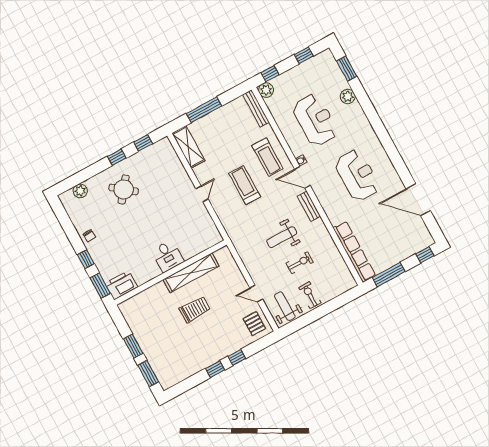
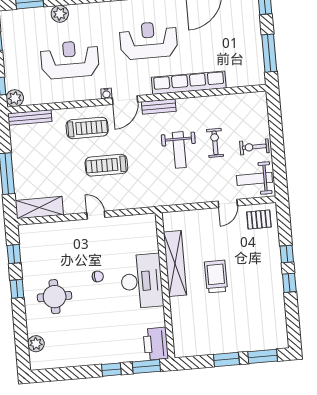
round table: (124, 189) -> (55, 297), turned -38
chair: (89, 236) -> (98, 276), moved
row of seats: (354, 252) -> (189, 83), moved
desk: (168, 256) -> (142, 281), width x1.87, depth x1.30

